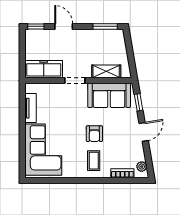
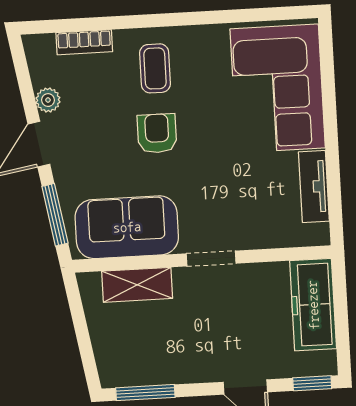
freezer: (44, 69) -> (313, 305), moved, turned 90
window: (139, 102) -> (55, 215), width x1.50
plant: (142, 167) -> (48, 100), moved

